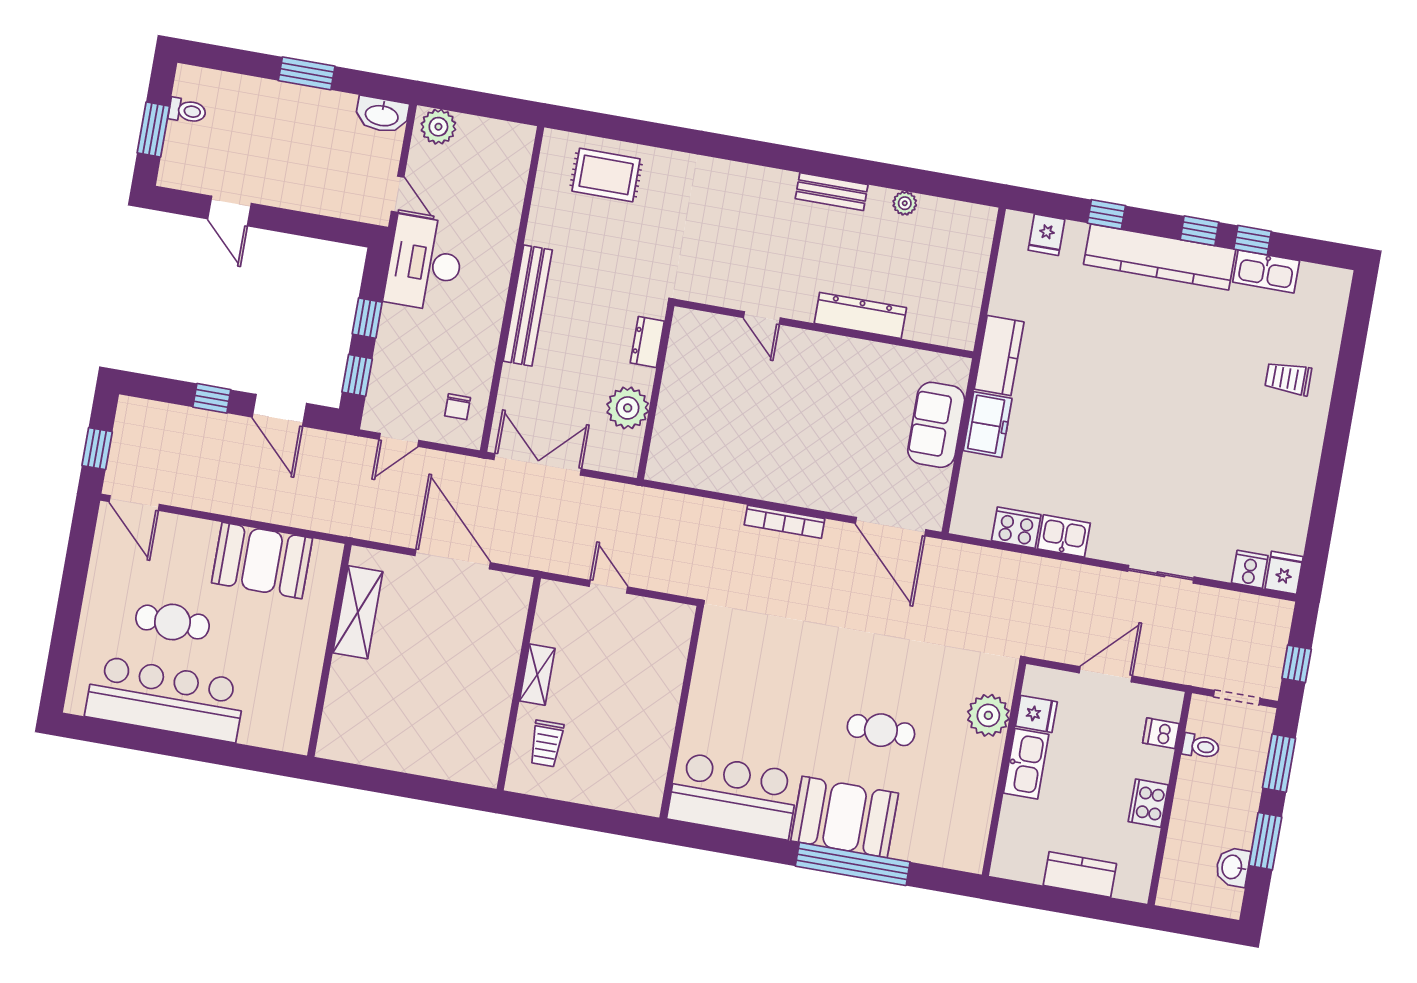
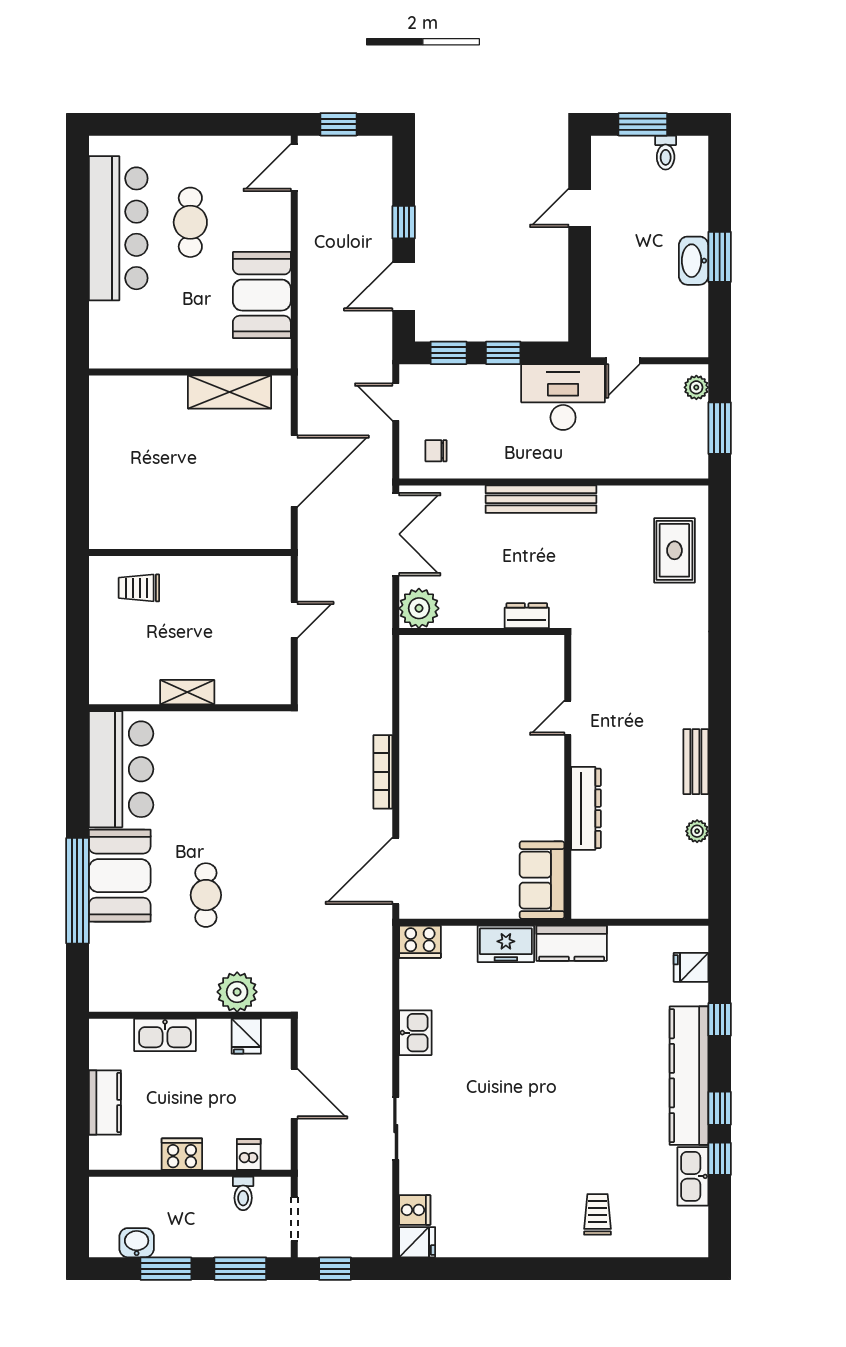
window: (486, 105) -> (720, 428), added
washbasin: (382, 115) -> (694, 261), moved
plant: (438, 127) -> (696, 387), width x0.73, depth x0.73
plant: (628, 408) -> (419, 608), moved
sofa: (936, 425) -> (542, 880), moved, turned -90
cooker: (1016, 528) -> (420, 942), moved, turned 90
shelving: (537, 675) -> (187, 692), moved
kitchen sink: (1026, 764) -> (165, 1035), moved

